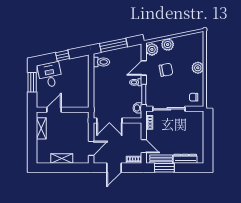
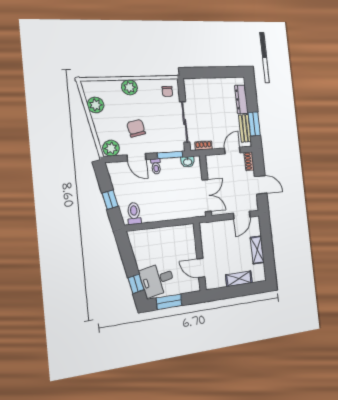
window: (113, 45) -> (110, 200), width x0.46
plant: (168, 45) -> (96, 105), moved
window: (62, 56) -> (136, 284), moved
shelving: (41, 128) -> (239, 279), moved
door: (91, 148) -> (242, 215), swing flipped

